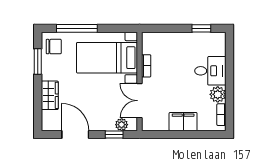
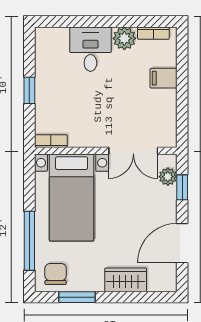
window: (201, 28) -> (29, 90), moved
bookcase: (146, 66) -> (51, 141), moved
filing cabinet: (183, 122) -> (163, 78), width x0.50

